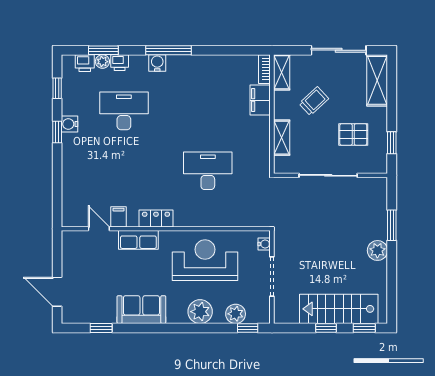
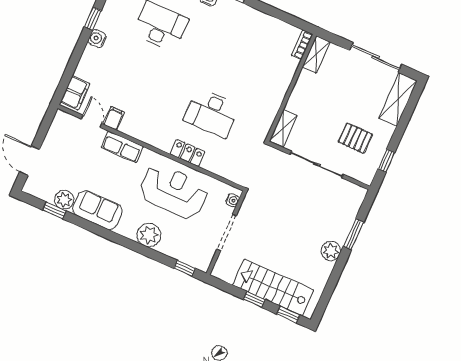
filing cabinet: (260, 100) -> (75, 93), moved, turned 180
trolley: (314, 101) -> (333, 93), removed
water cooler: (70, 124) -> (97, 39), moved
shelving: (282, 138) -> (283, 128), moved
desk: (208, 171) -> (211, 113), turned 180
locker: (156, 218) -> (188, 153), moved
plant: (236, 314) -> (64, 200), moved

